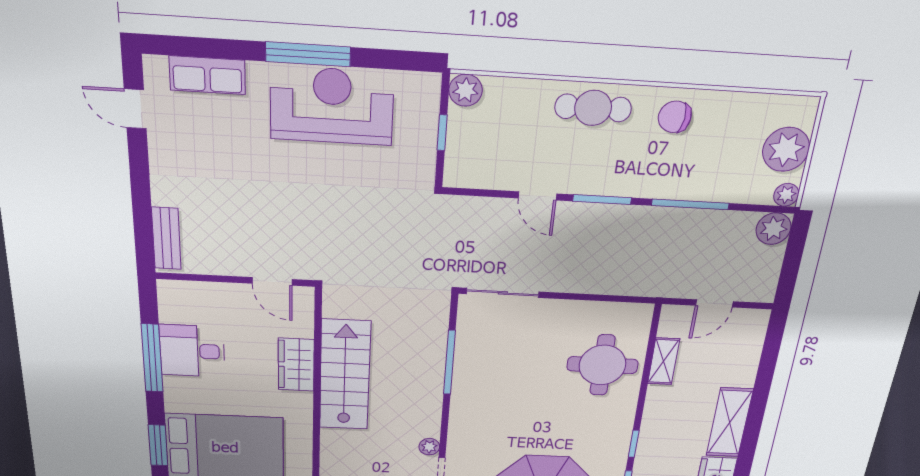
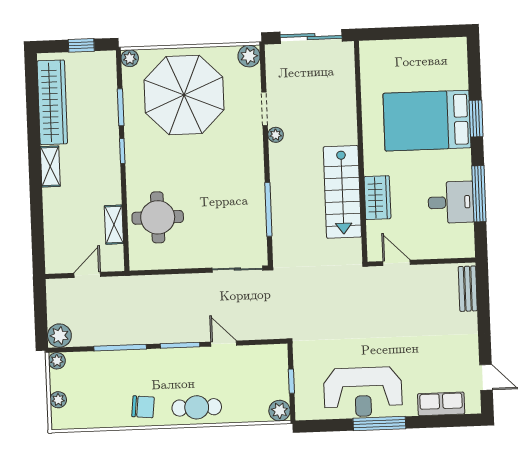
plant: (786, 149) -> (58, 400), width x0.53, depth x0.53
shelving: (730, 422) -> (50, 166), width x0.67, depth x0.75

